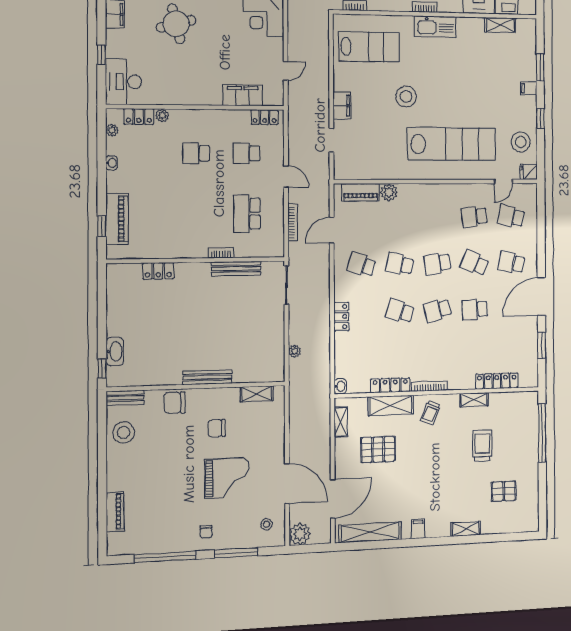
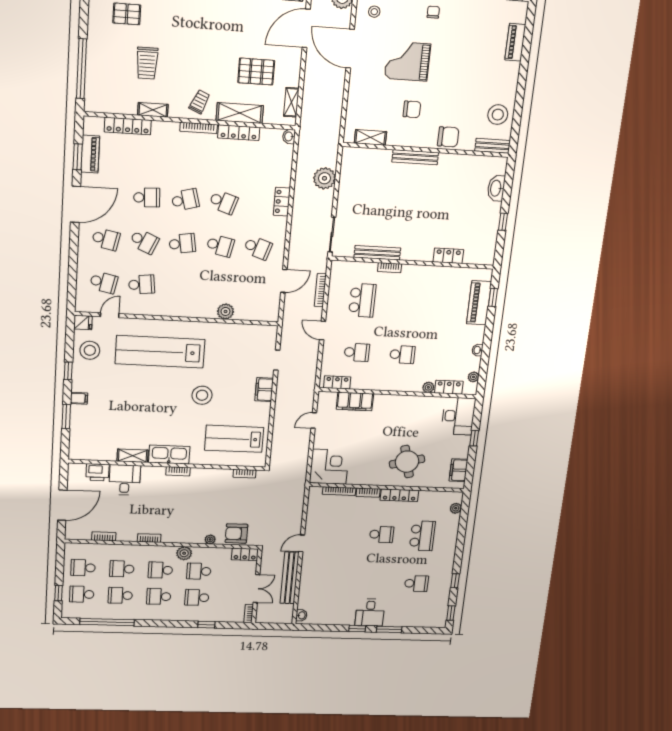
shelving: (500, 25) -> (133, 456), moved
piano: (361, 192) -> (90, 154), moved, turned 90
plant: (295, 351) -> (324, 178), width x1.88, depth x1.88
window: (102, 368) -> (503, 222), moved

